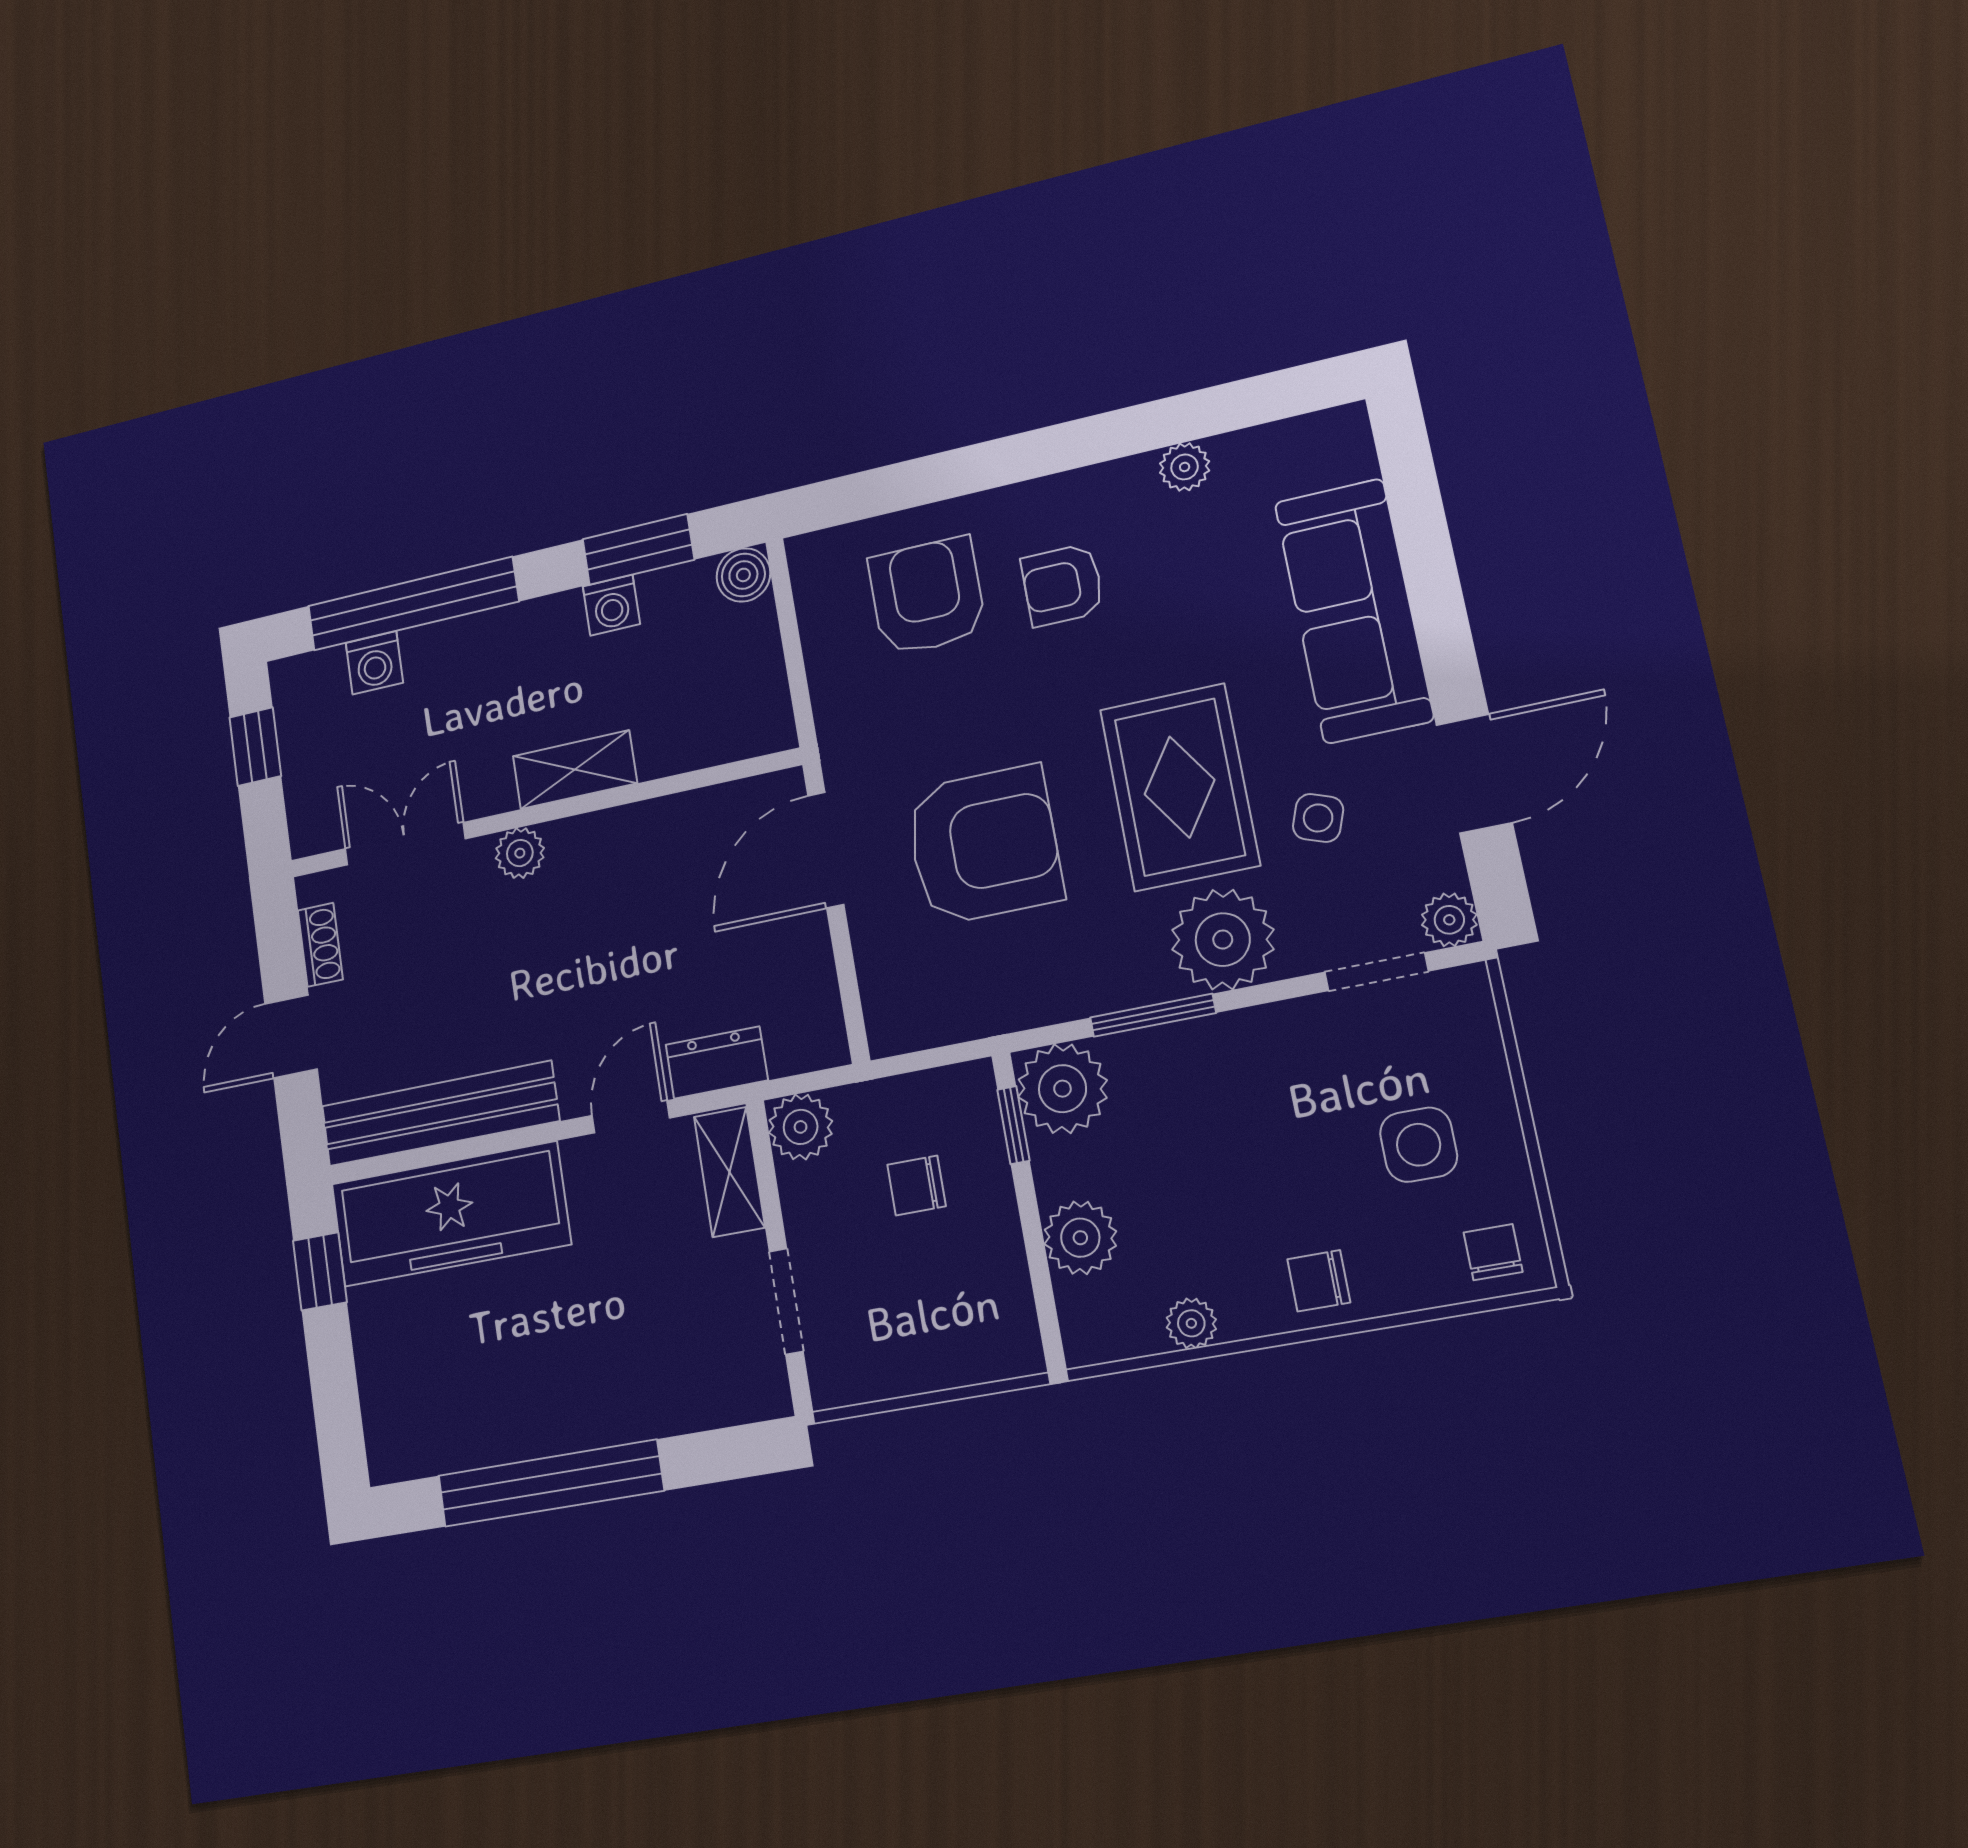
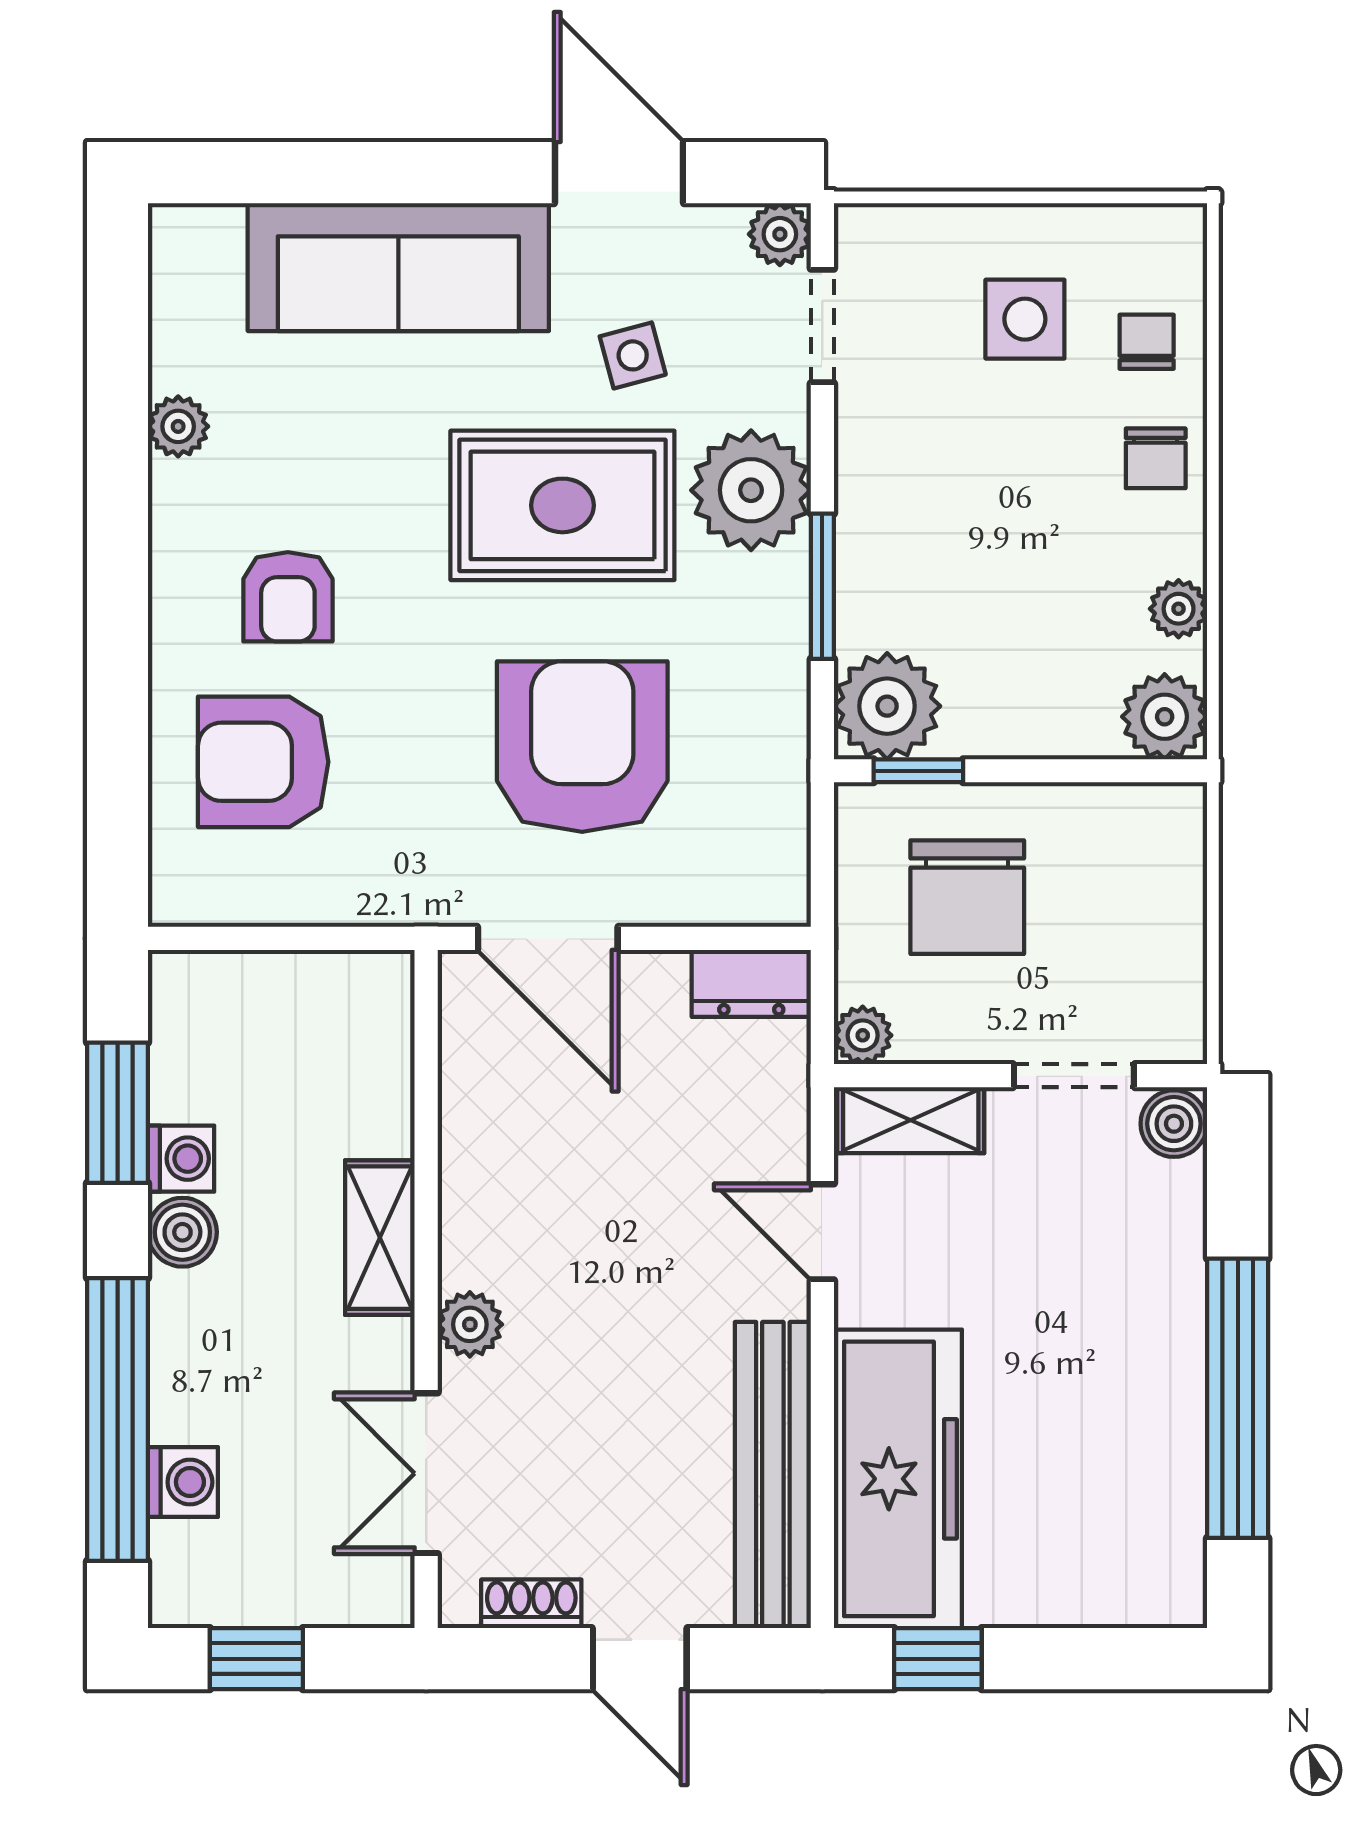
boiler: (743, 575) -> (182, 1232), moved
side table: (1318, 818) -> (633, 355), turned -35
dresser: (717, 1062) -> (751, 983), moved, turned -90
plant: (801, 1127) -> (863, 1035), width x0.73, depth x0.73
chair: (916, 1185) -> (967, 897), width x1.87, depth x1.87
plant: (1080, 1238) -> (1165, 717), moved
chair: (1493, 1252) -> (1147, 342), moved, turned 90
boiler: (761, 1392) -> (1174, 1124), added

